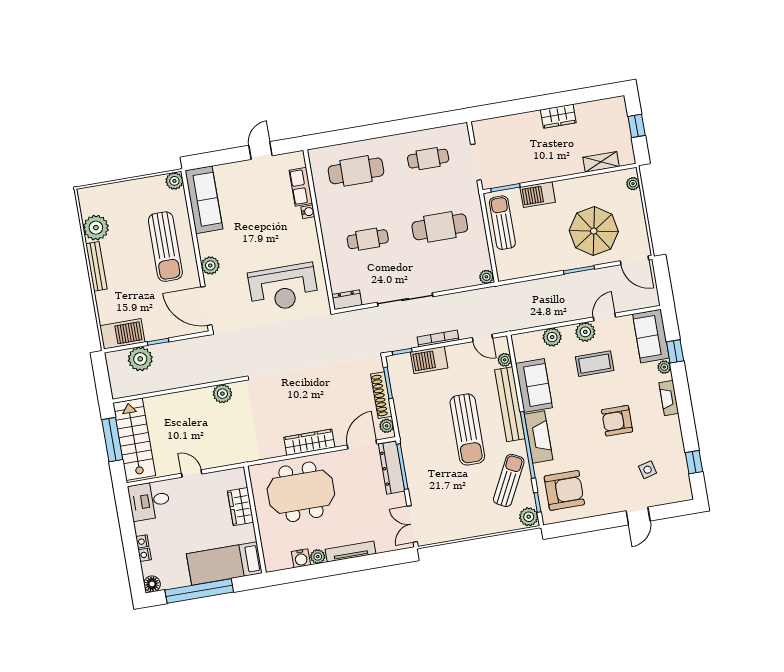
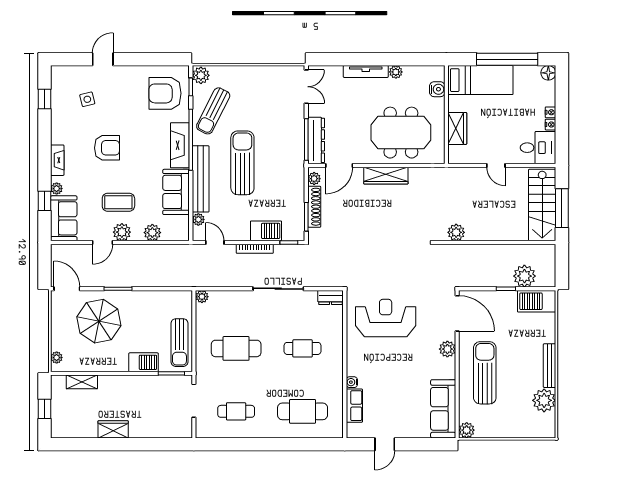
nightstand: (145, 555) -> (550, 125), moved
water cooler: (301, 558) -> (437, 89), moved, turned 90

